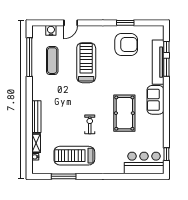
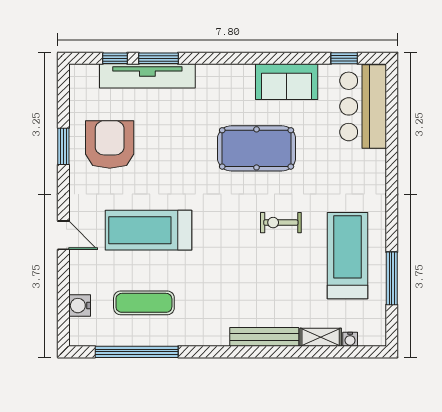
door: (71, 23) -> (63, 235), moved
sofa: (156, 100) -> (287, 82), moved
treadmill: (74, 156) -> (348, 256), turned 180

